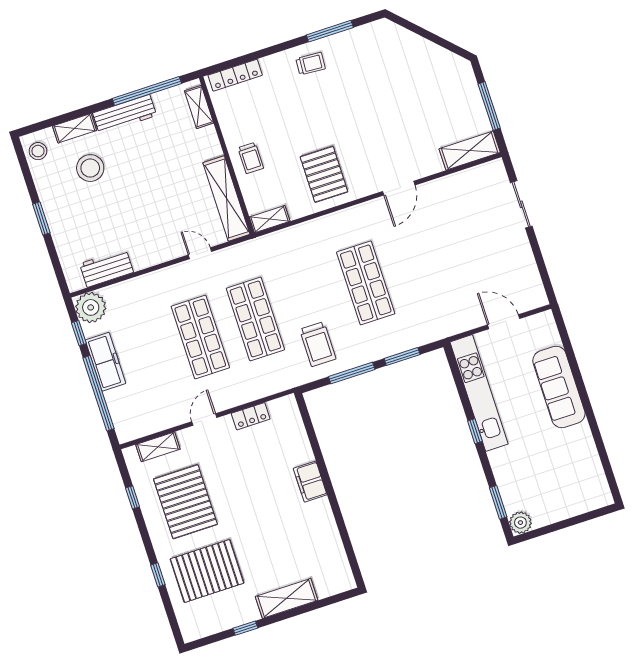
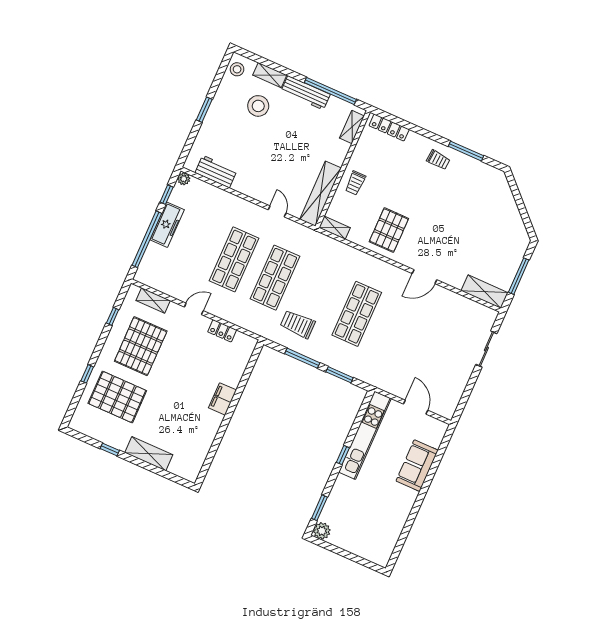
plant: (91, 307) -> (184, 179), width x0.53, depth x0.53
trolley: (318, 344) -> (298, 324), turned 90
sofa: (559, 387) -> (417, 466), width x0.73

